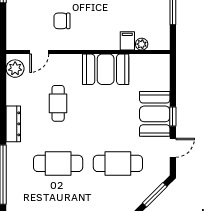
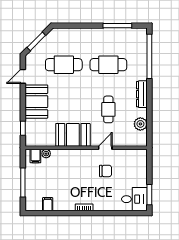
filing cabinet: (127, 41) -> (35, 156), moved
door: (39, 52) -> (105, 148), moved
plant: (15, 69) -> (140, 124), moved
window: (173, 116) -> (23, 128), moved

